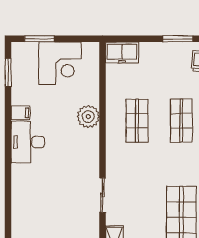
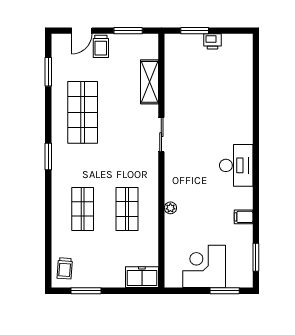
plant: (88, 116) -> (170, 208), width x0.53, depth x0.53
desk: (28, 142) -> (236, 165), moved

